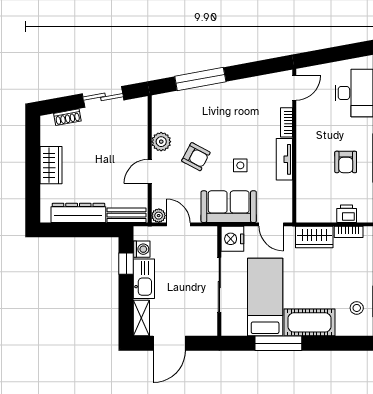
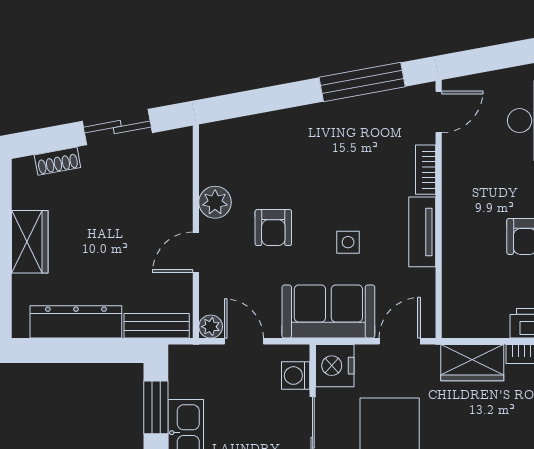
window: (200, 79) -> (362, 82), moved
armchair: (196, 157) -> (273, 228), turned 62
door: (271, 224) -> (400, 341), swing flipped
washing machine: (142, 249) -> (296, 376), moved, turned 180
window: (126, 264) -> (156, 407), width x1.50

